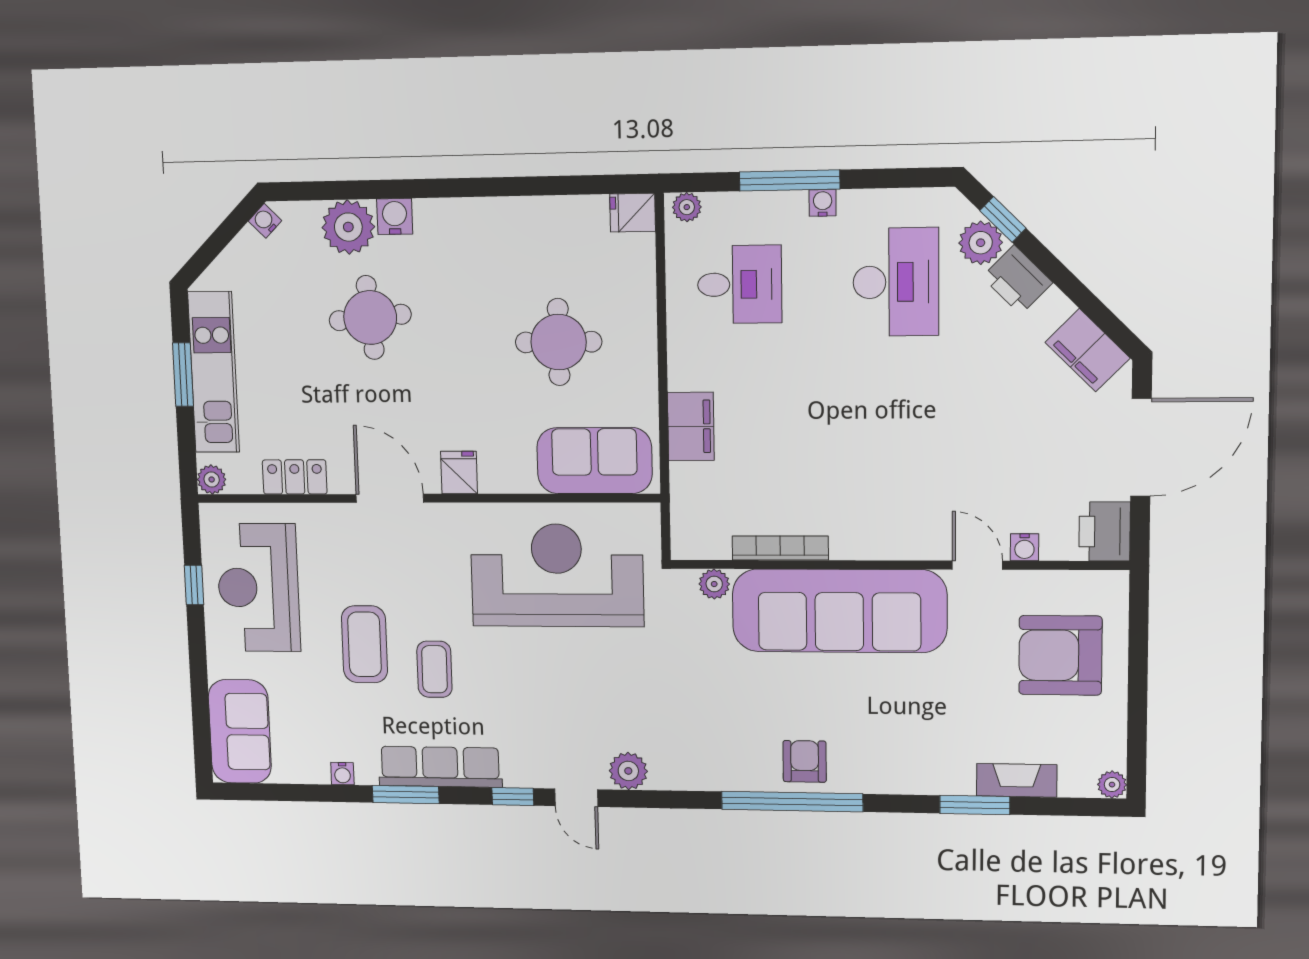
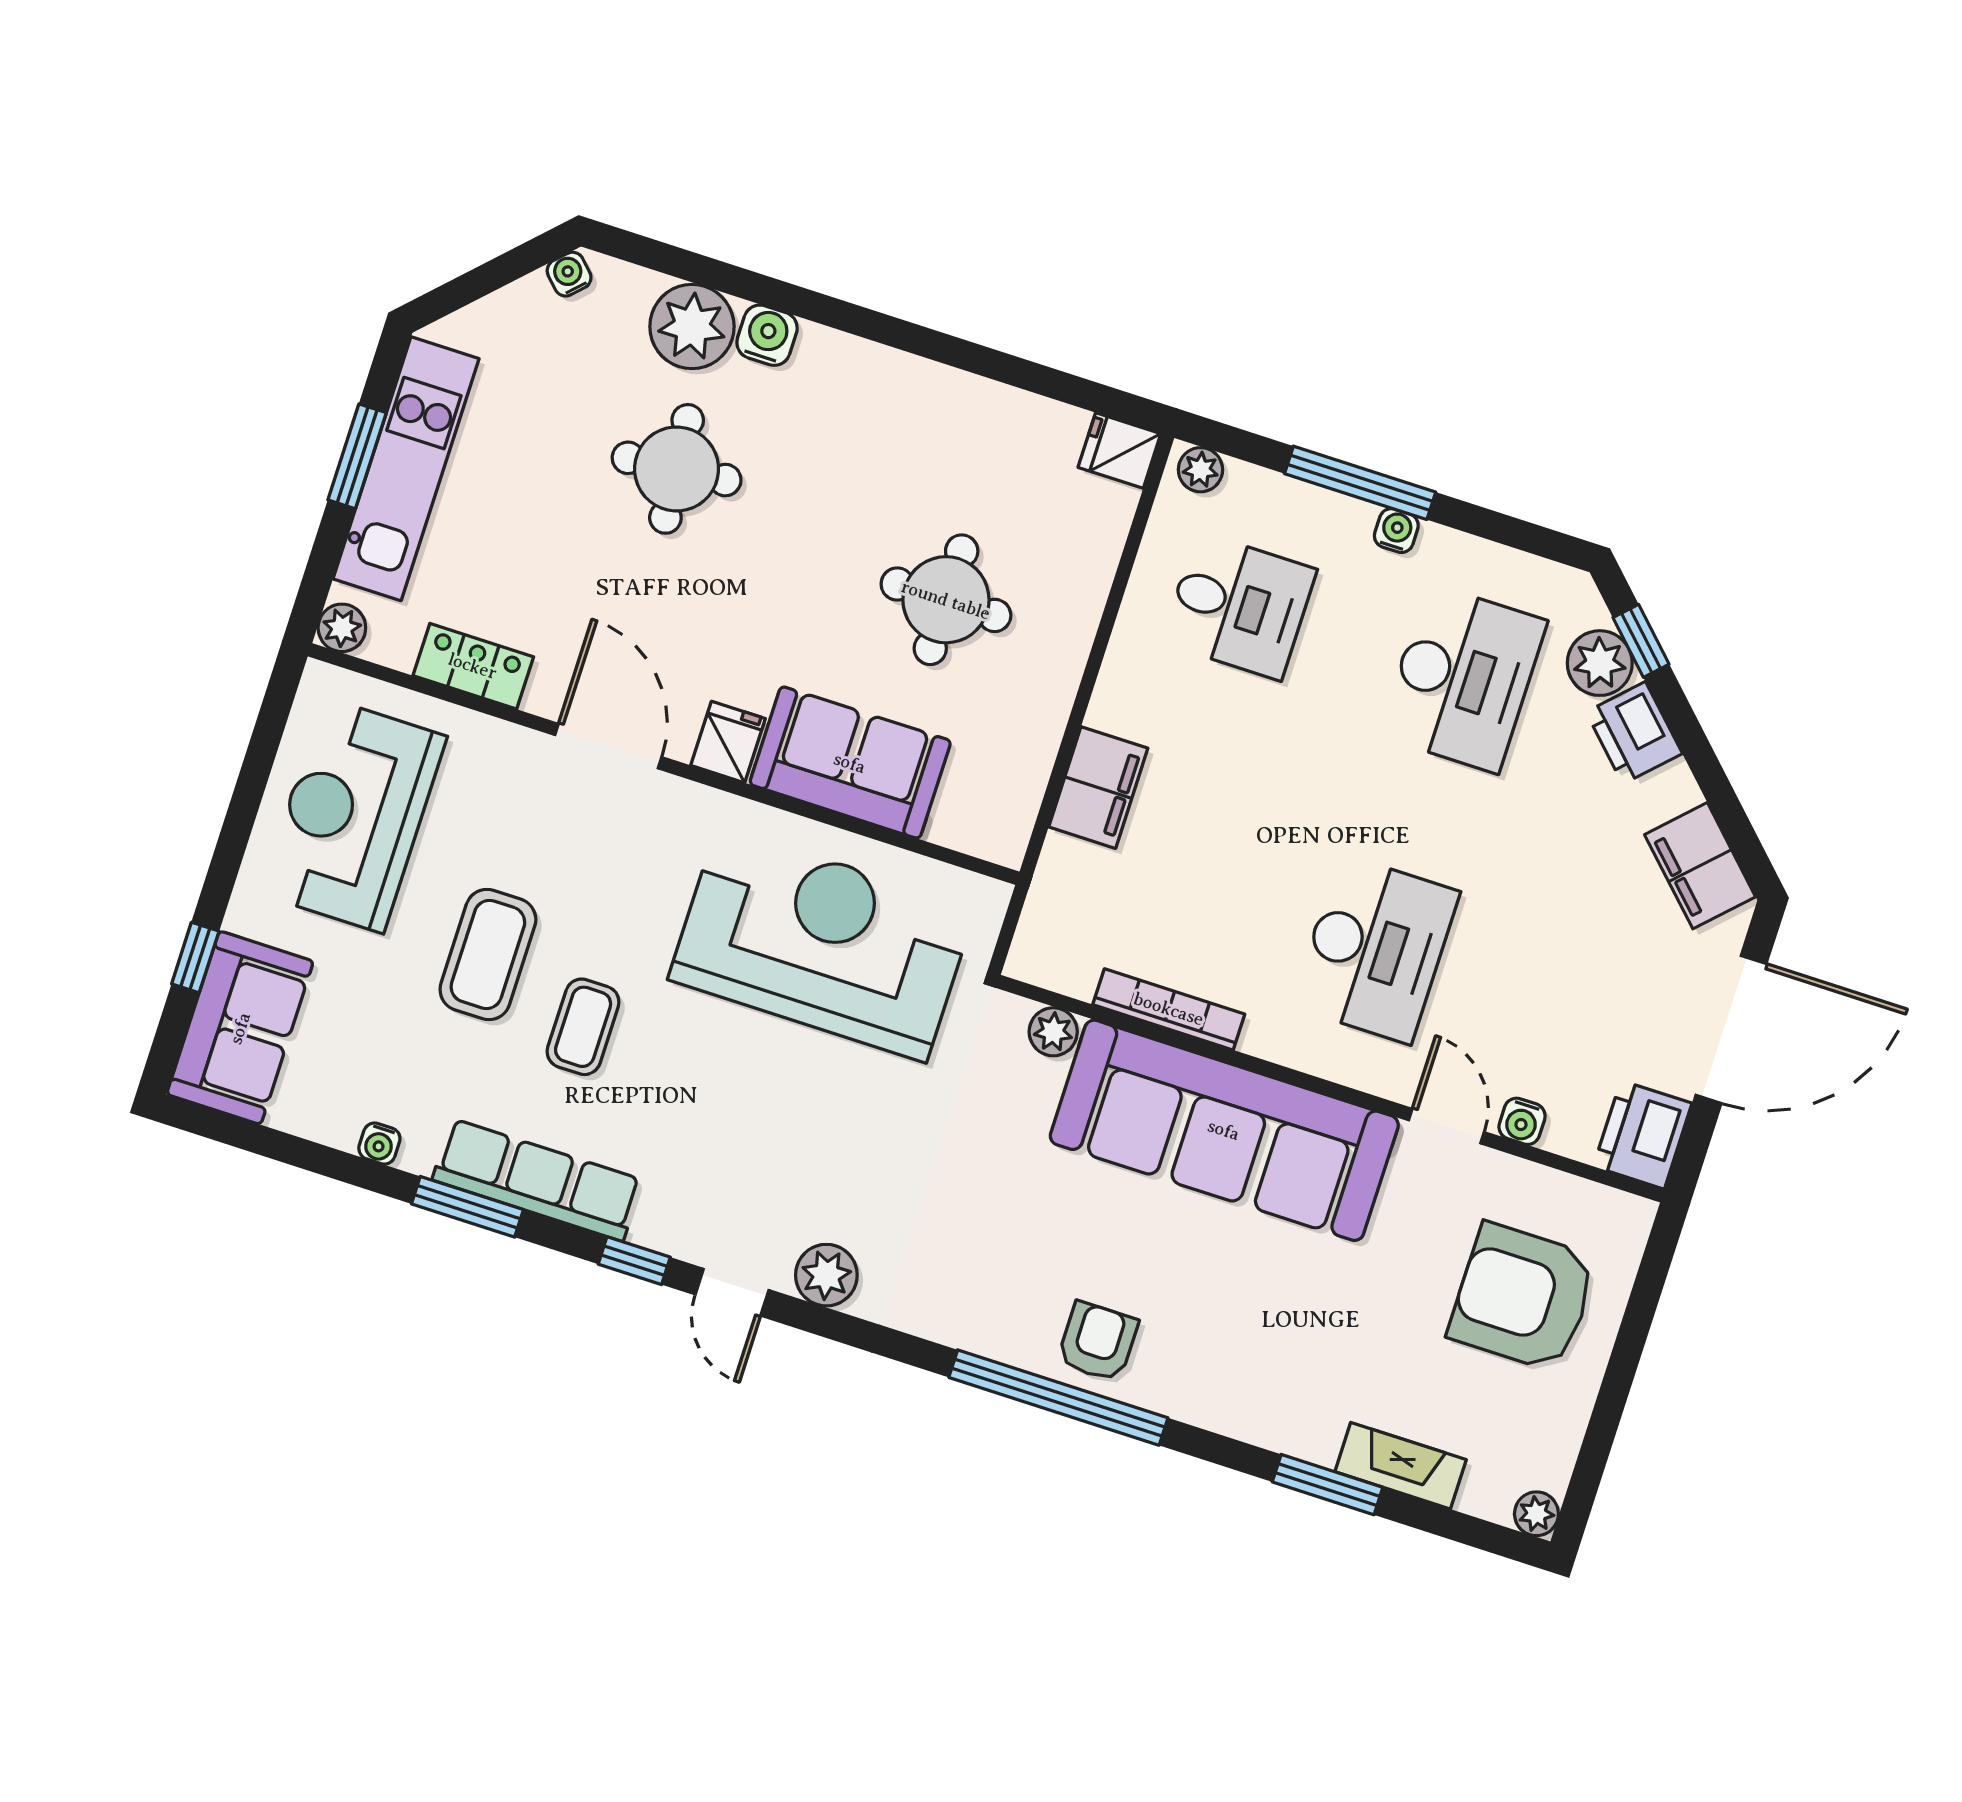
sofa: (594, 461) -> (850, 763), moved
desk: (896, 470) -> (1375, 949), added
window: (194, 585) -> (195, 957), moved

